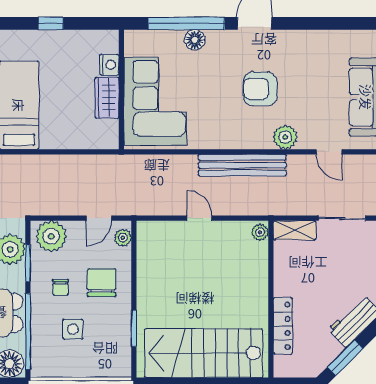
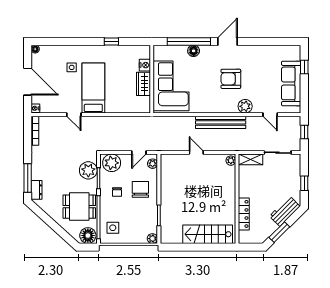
side table: (73, 329) -> (113, 228), moved
stairs: (204, 353) -> (208, 234), width x0.73, depth x0.66
plant: (123, 369) -> (152, 239), added

